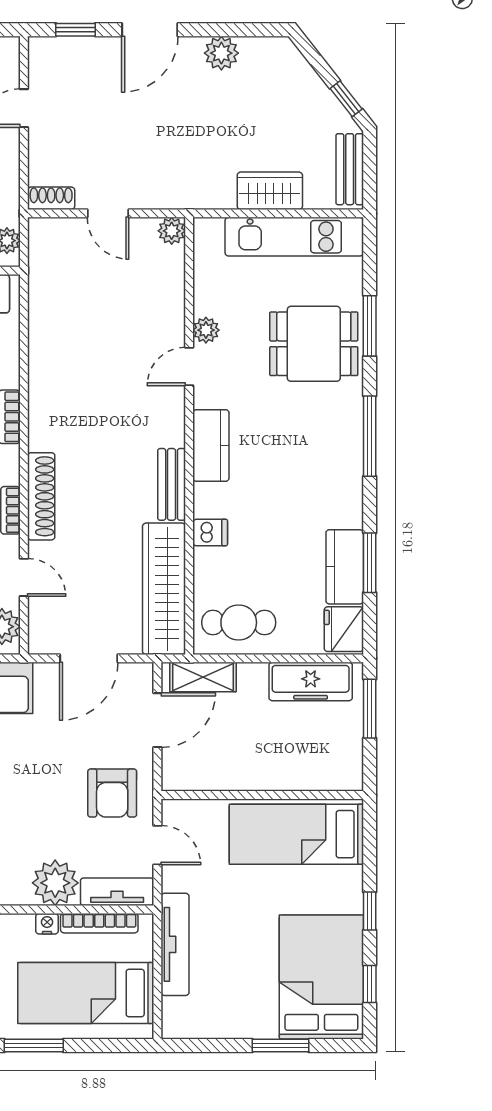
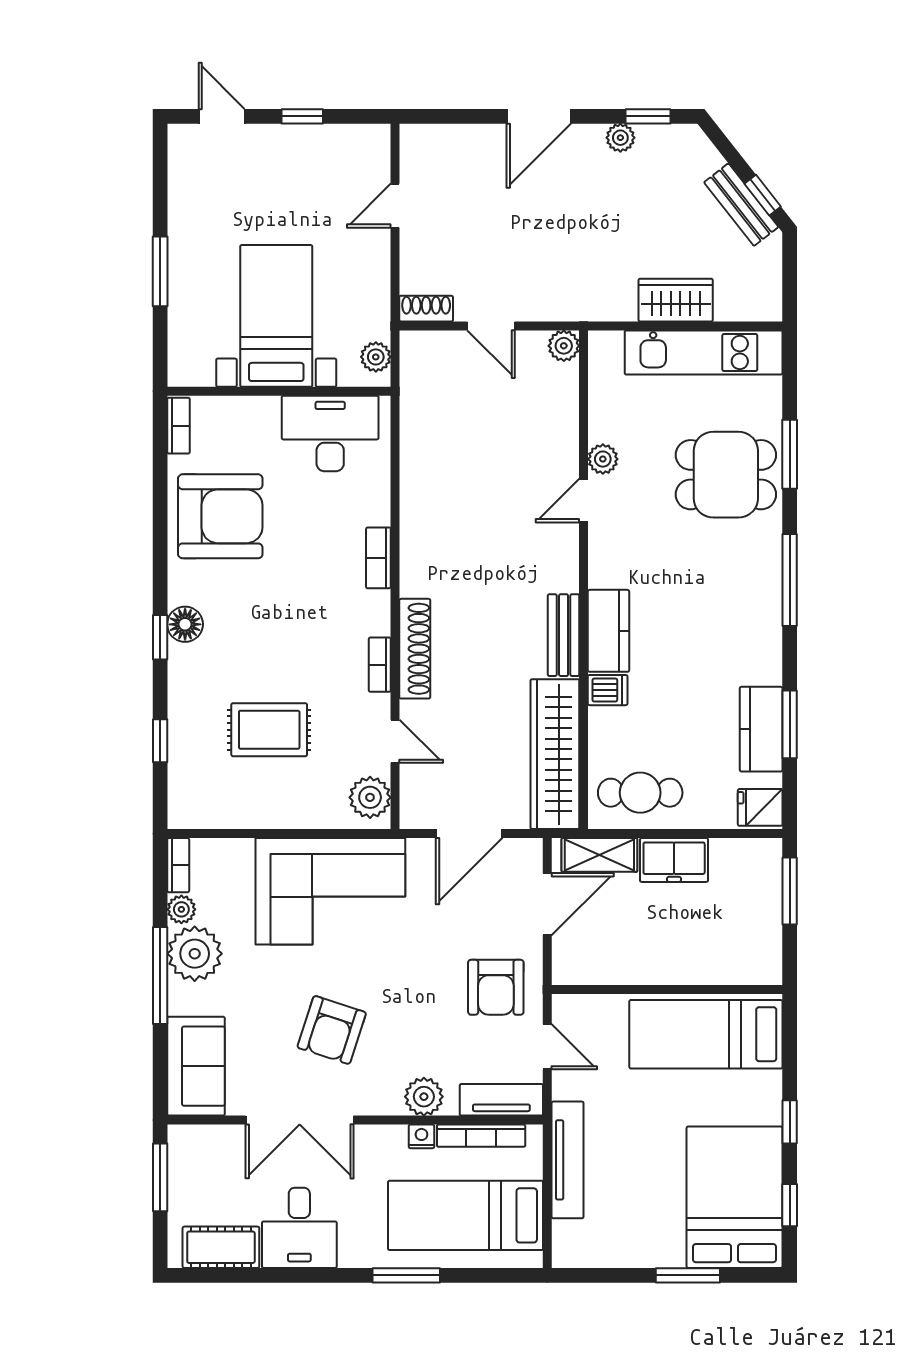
window: (76, 30) -> (648, 116), moved
plant: (221, 53) -> (620, 138), width x0.73, depth x0.73
bench: (350, 169) -> (741, 205), moved, turned -38
kitchen counter: (211, 446) -> (608, 631), moved
fridge: (344, 629) -> (760, 807), width x0.72
freezer: (311, 681) -> (674, 860), moved, width x0.71
plant: (55, 883) -> (424, 1097), width x0.73, depth x0.73

